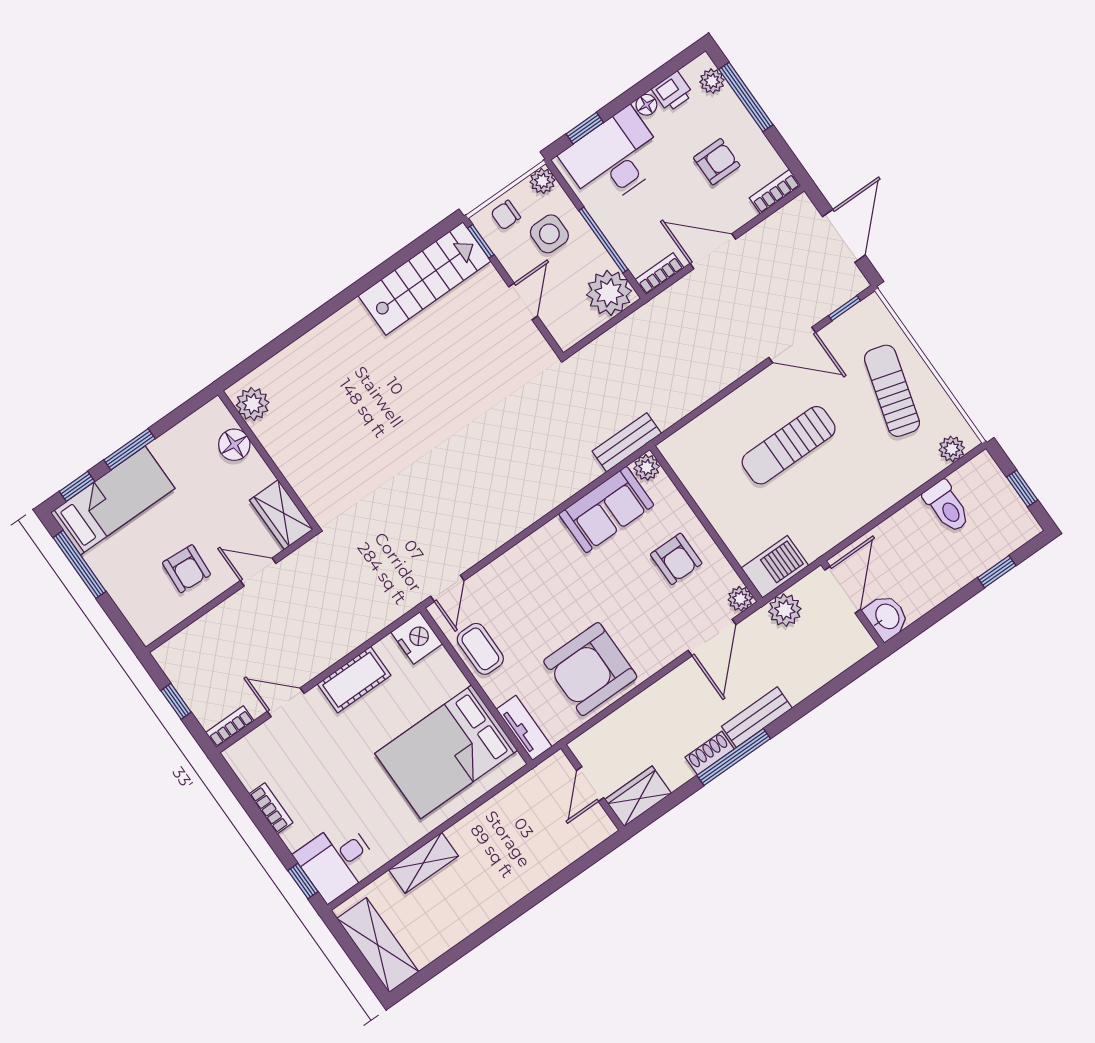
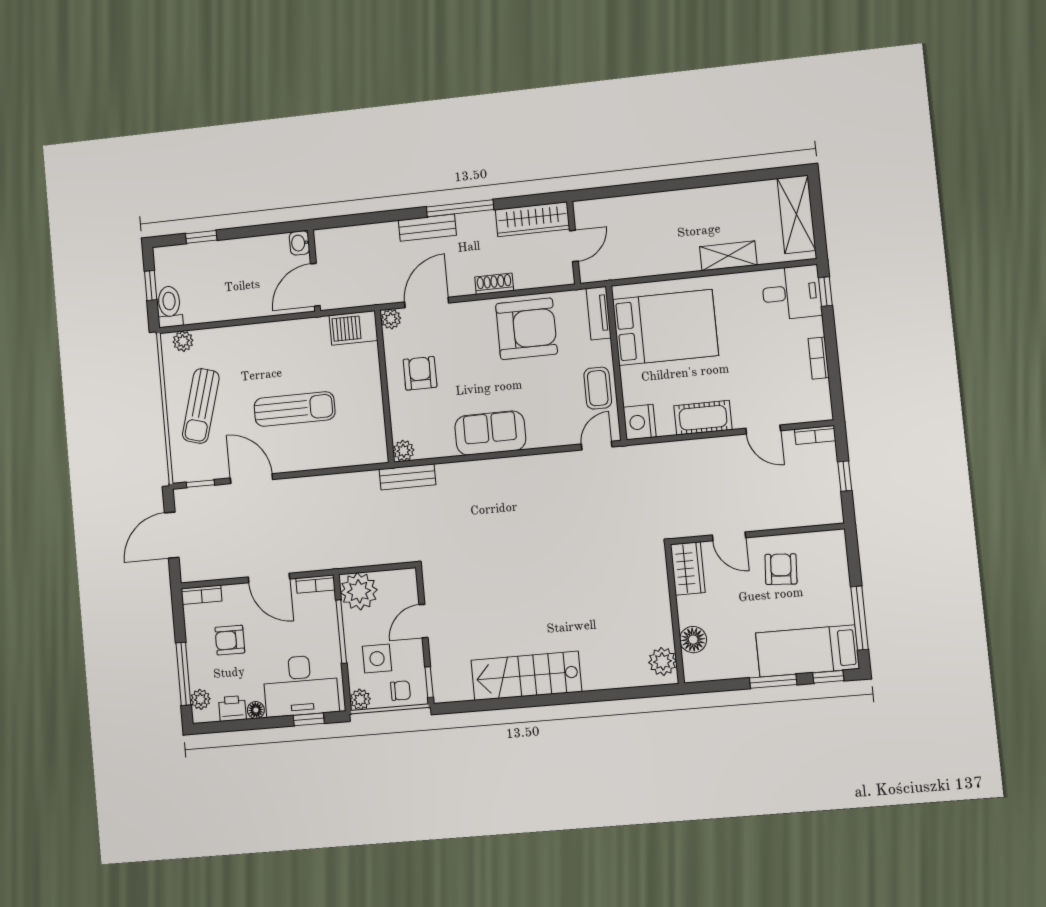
stairs: (424, 278) -> (526, 676), moved
toilet: (947, 506) -> (169, 307), moved
sofa: (606, 510) -> (490, 433), moved
plant: (785, 610) -> (364, 293), removed
washbasin: (887, 617) -> (299, 243), width x0.72, depth x0.69
shoe rack: (710, 753) -> (494, 284), moved, turned 180
wardrobe: (638, 796) -> (532, 219), width x1.50

